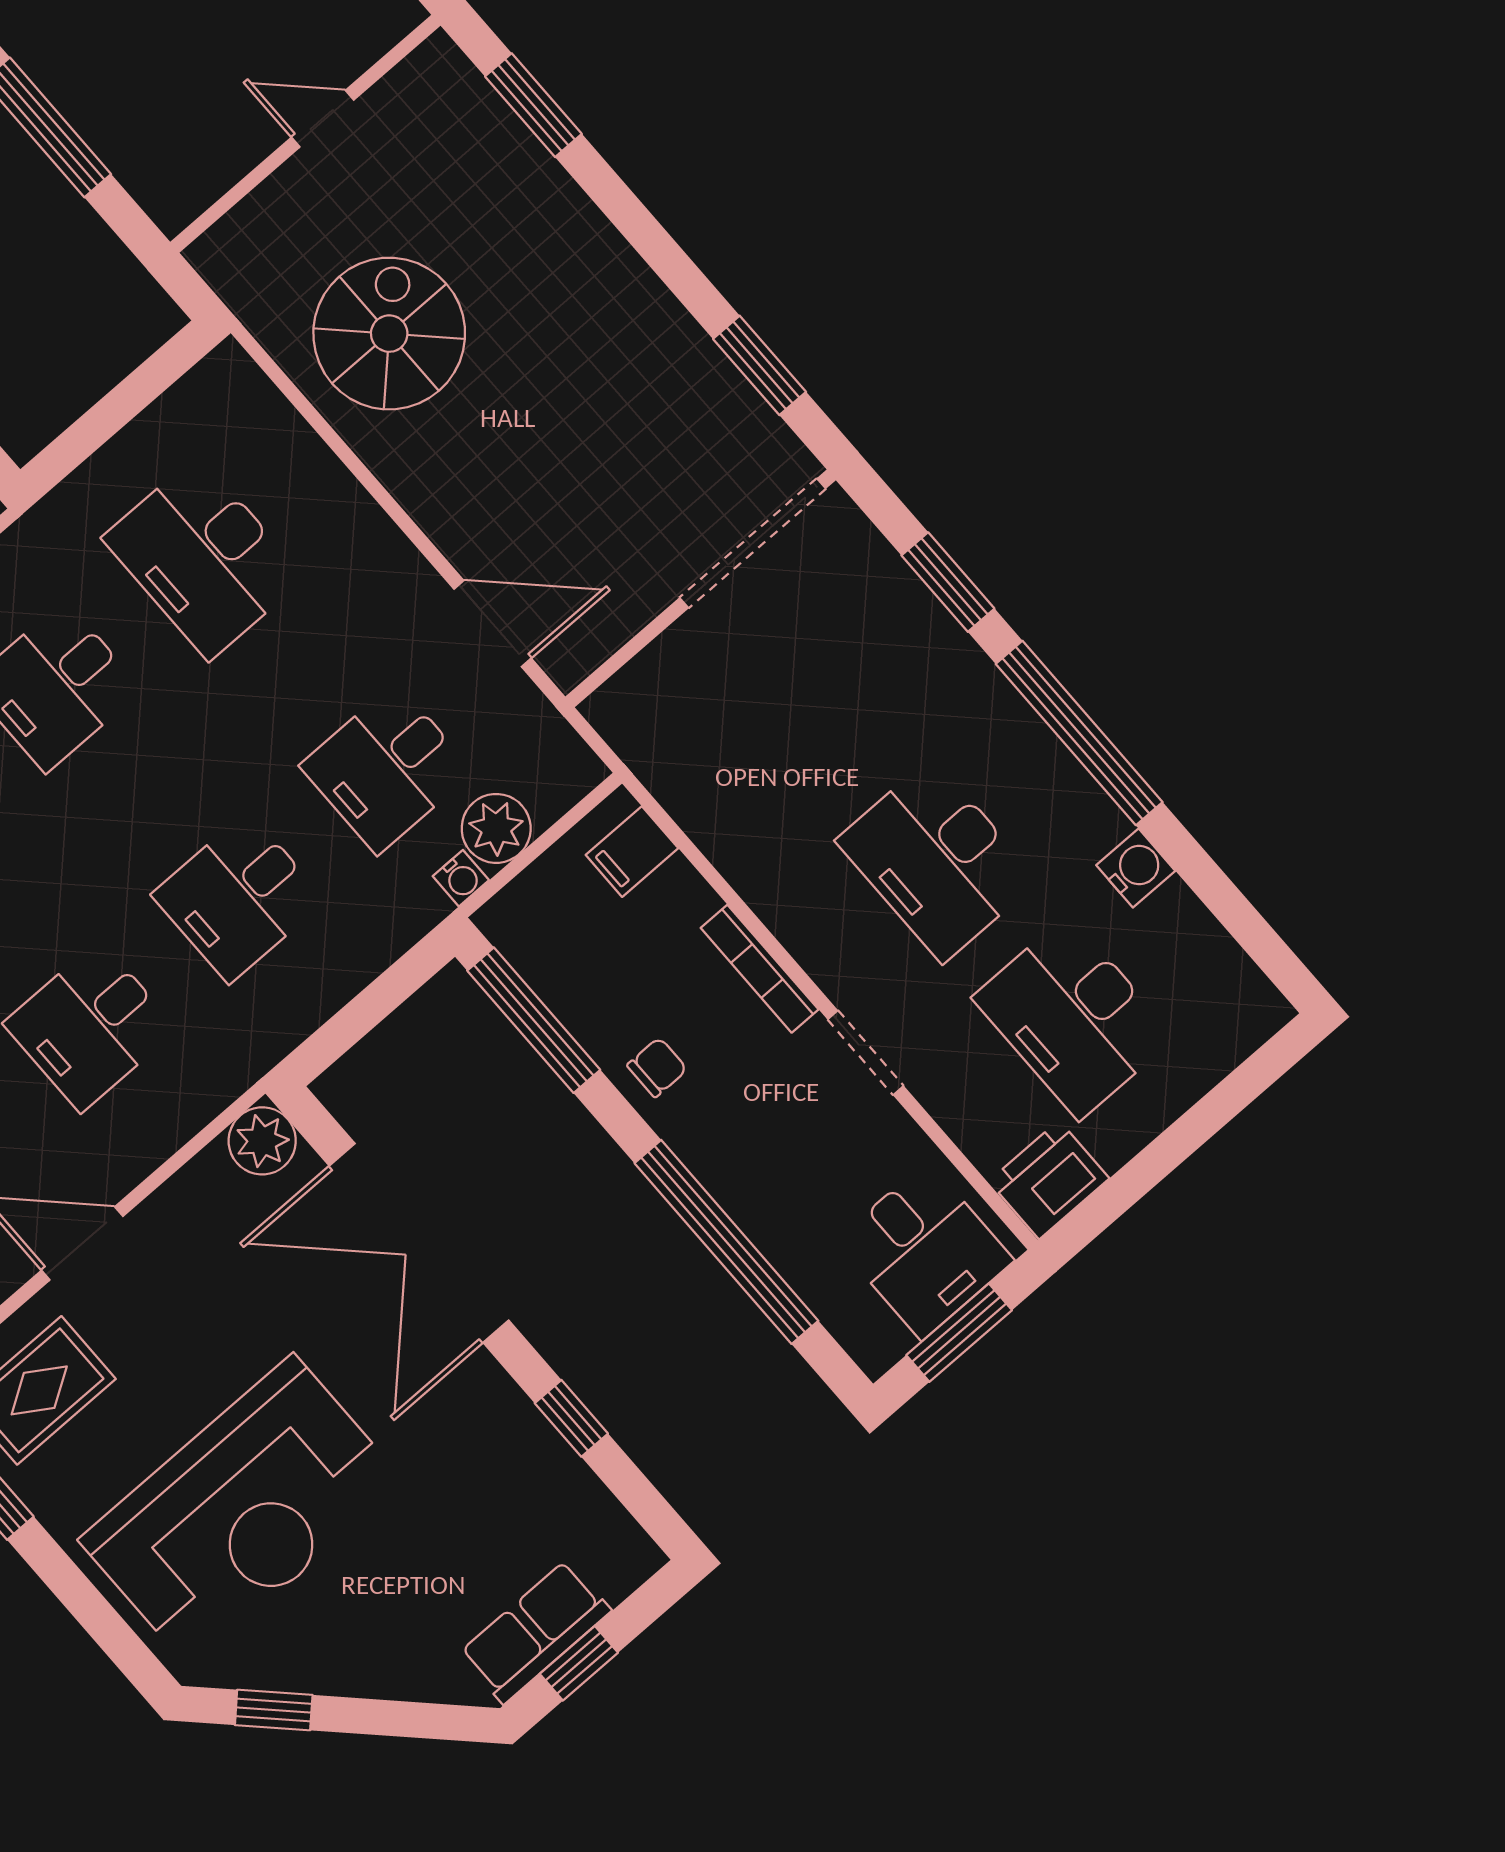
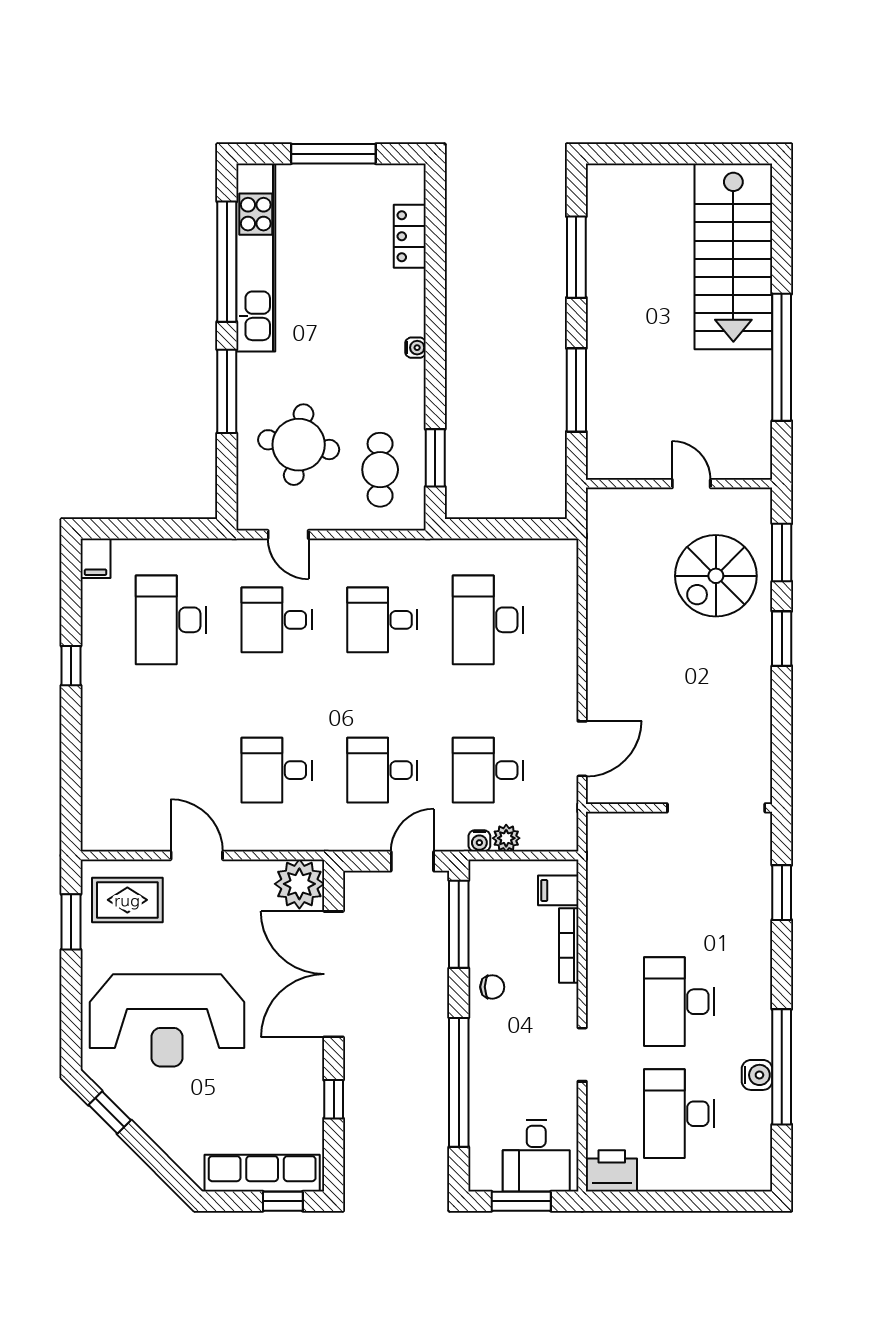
spiral stairs: (389, 334) -> (716, 576), moved, turned 180
window: (760, 365) -> (782, 639), moved
door: (493, 624) -> (582, 749), hinge flipped
window: (1079, 733) -> (782, 1067), moved
plant: (496, 828) -> (506, 838), width x0.73, depth x0.73
bookcase: (760, 969) -> (569, 945), moved
door: (392, 988) -> (412, 861), added
plant: (262, 1141) -> (299, 884), width x1.36, depth x1.36
row of seats: (535, 1632) -> (262, 1173), width x1.48
window: (579, 1663) -> (283, 1201), moved

